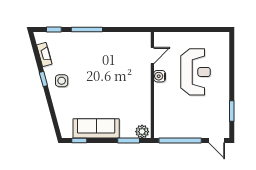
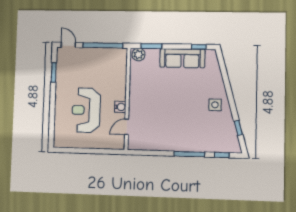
fireplace: (44, 54) -> (232, 131), removed
window: (43, 79) -> (238, 128), moved

